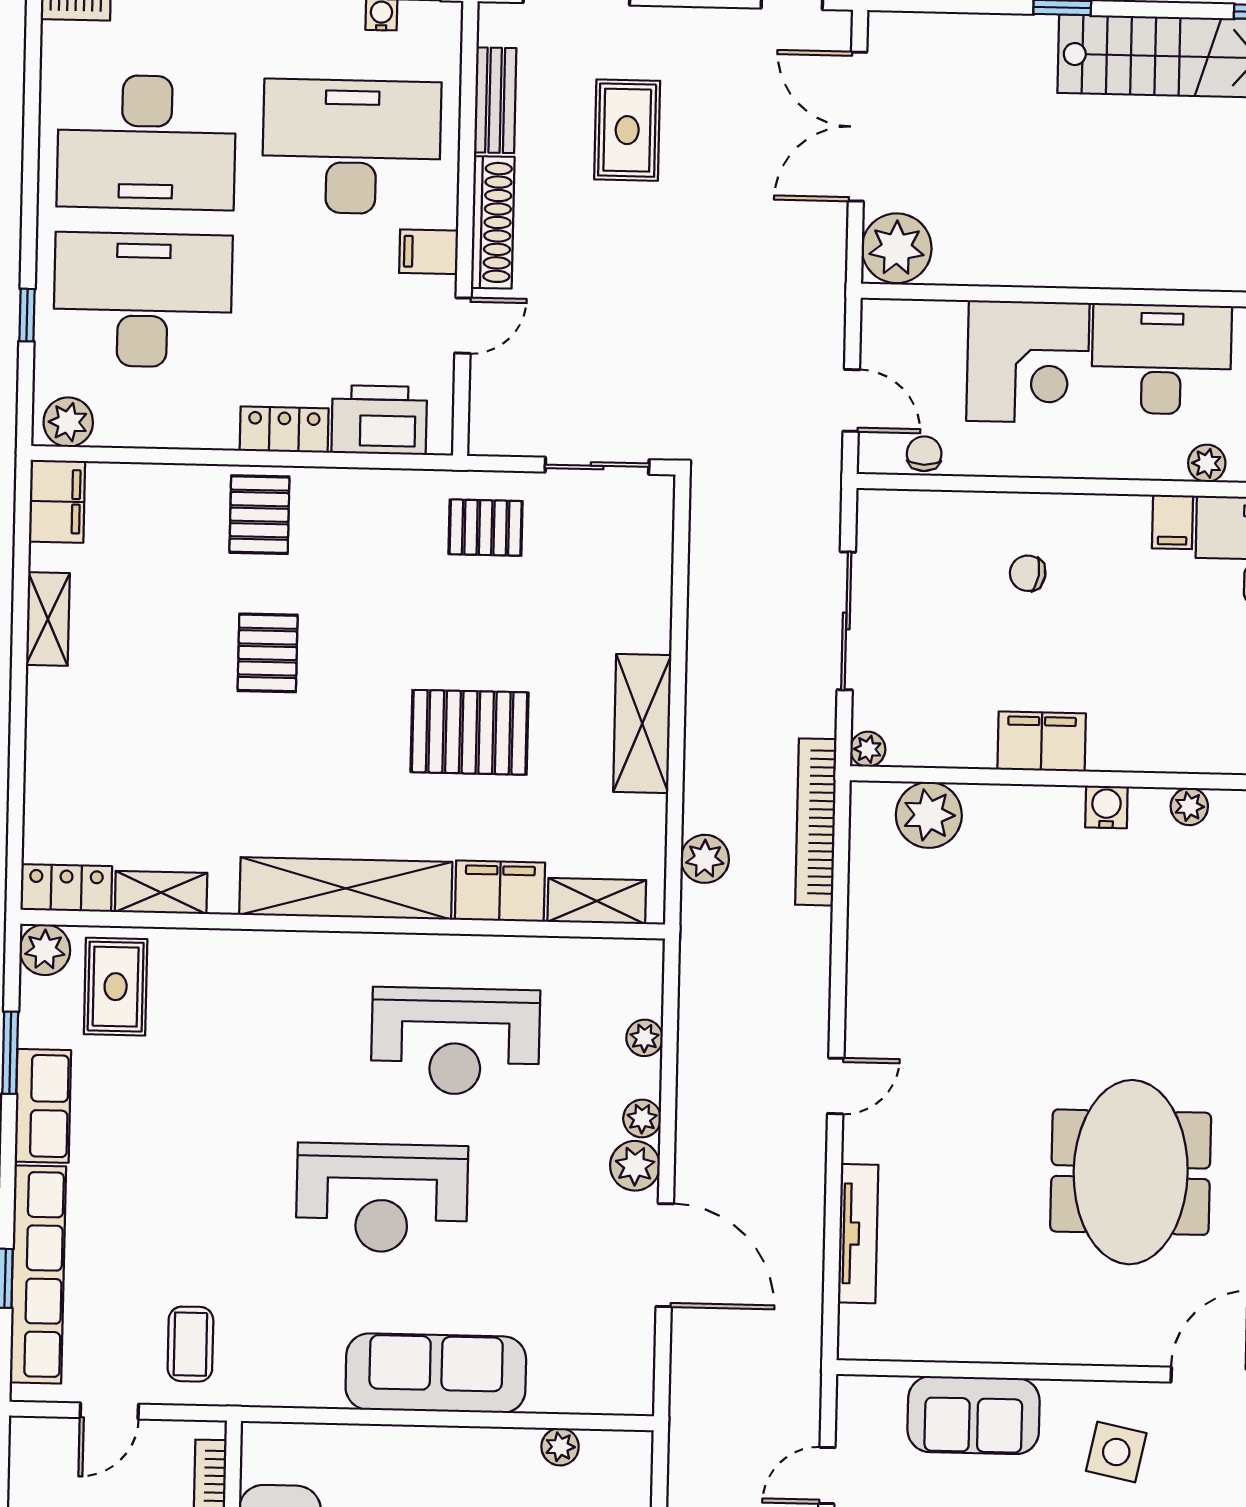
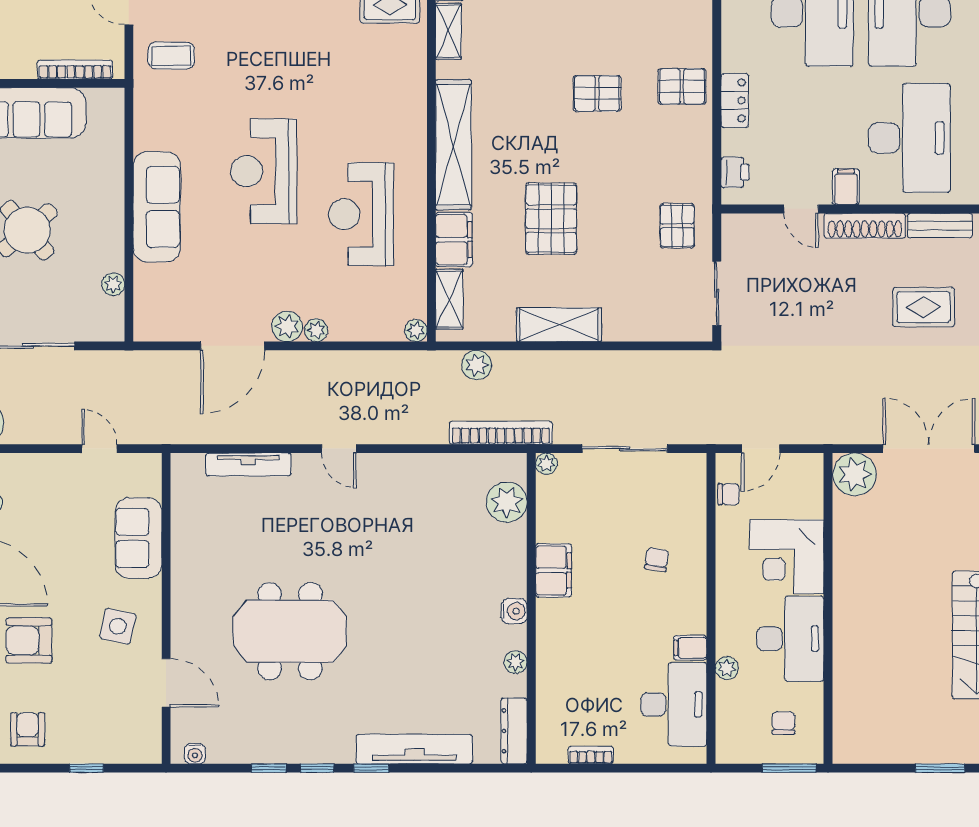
printer: (379, 420) -> (735, 172), width x0.53, depth x0.68
plant: (645, 1038) -> (416, 330), moved

